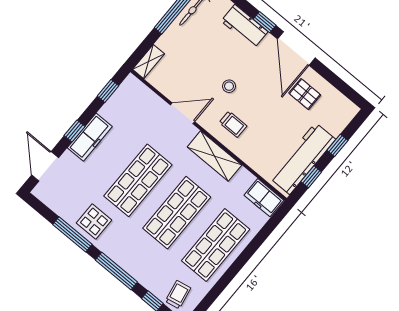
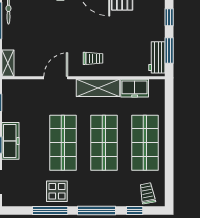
stool: (229, 86) -> (71, 37), removed
workbench: (303, 159) -> (157, 57), width x0.53, depth x0.76
window: (311, 177) -> (169, 51), width x1.50
freezer: (264, 198) -> (135, 88), moved

